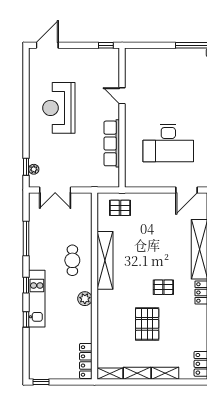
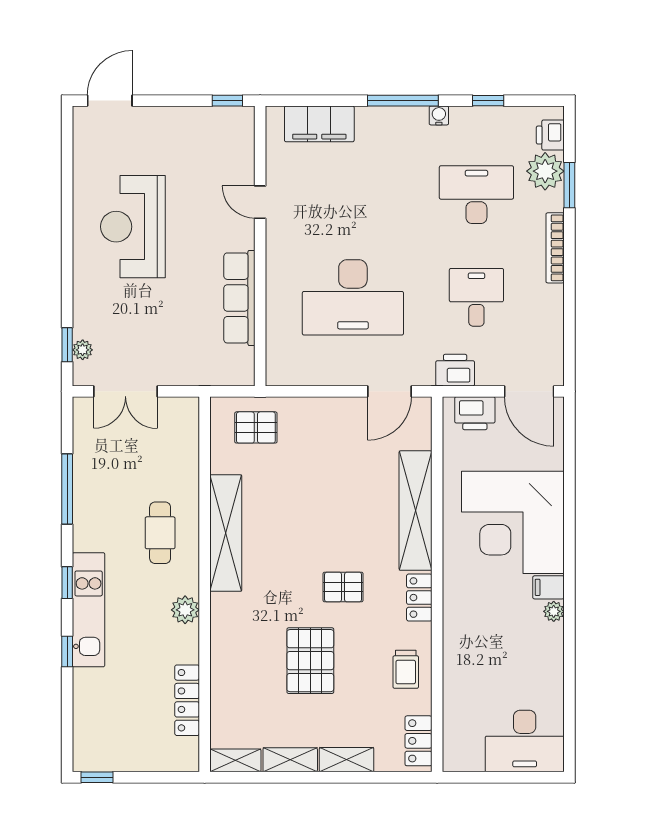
filing cabinet: (152, 57) -> (319, 124), added
trolley: (195, 328) -> (406, 669), added
locker: (86, 361) -> (187, 700), moved

